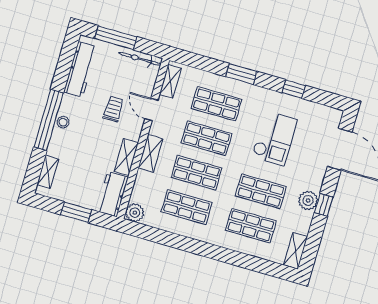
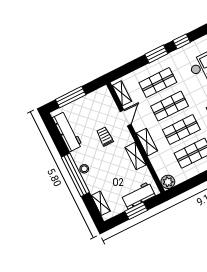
bicycle: (140, 59) -> (94, 96), removed
window: (294, 89) -> (182, 41), moved
door: (151, 110) -> (126, 118), swing flipped
workbench: (112, 194) -> (138, 195), moved, turned 90

